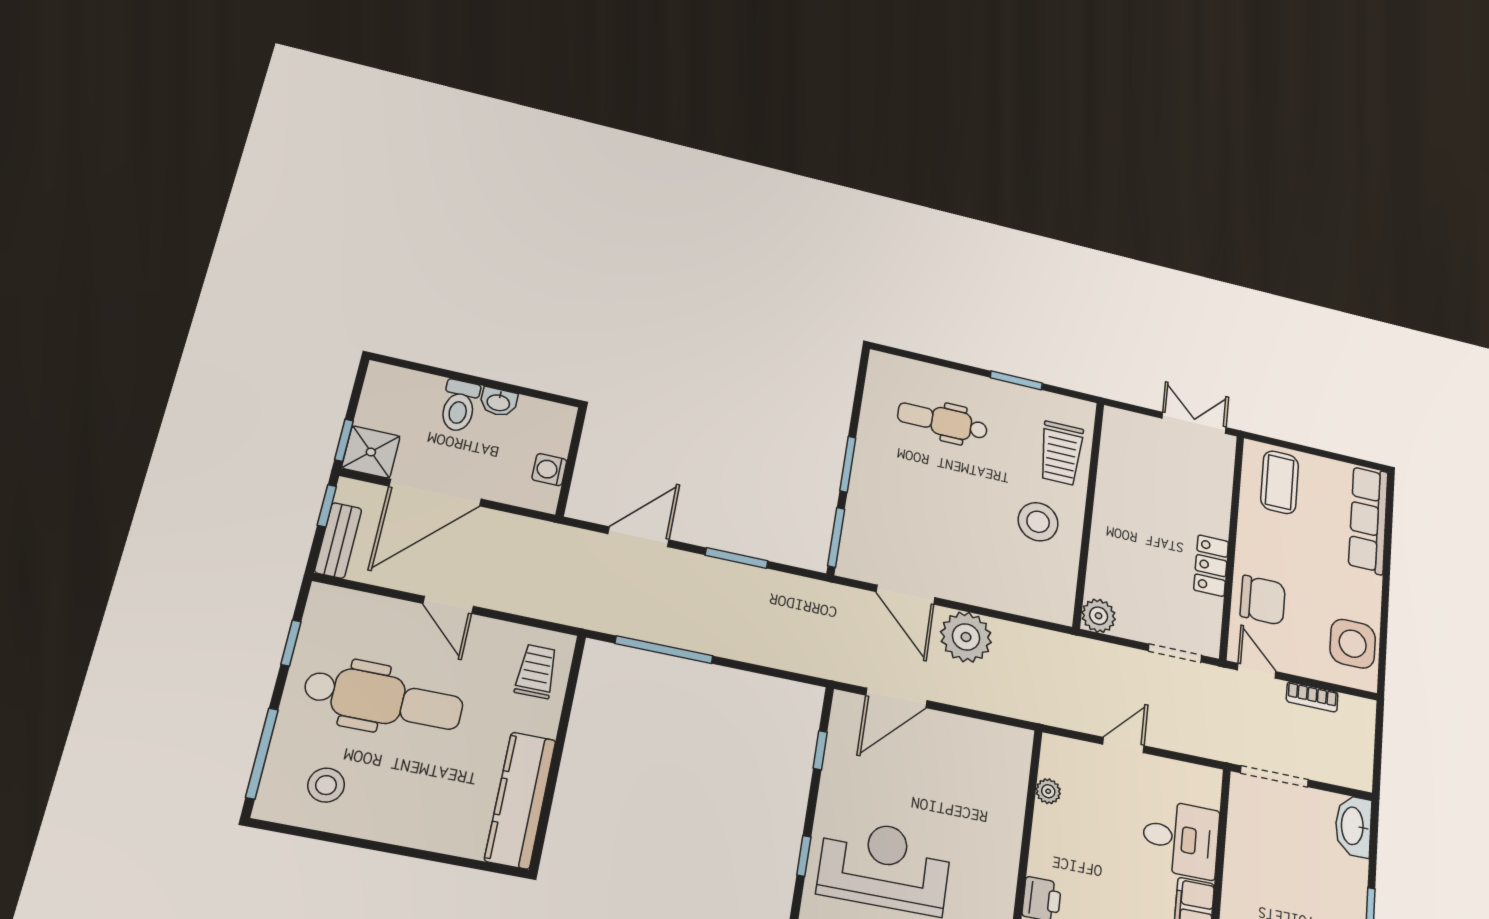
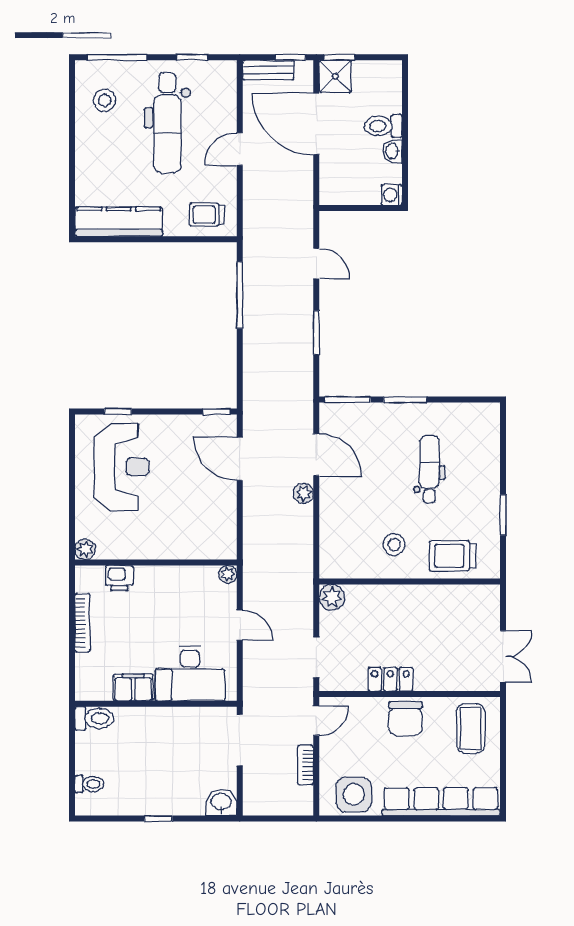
dental chair: (943, 421) -> (429, 469), moved
washing machine: (549, 470) -> (392, 195), moved, turned -90
coffee table: (1280, 482) -> (471, 728), turned 90
row of seats: (1368, 519) -> (441, 802), width x1.36
stool: (1038, 522) -> (394, 544), width x0.73, depth x0.73
door: (639, 537) -> (316, 264), width x0.73
door: (906, 595) -> (316, 455), swing flipped
chair: (1263, 600) -> (405, 718), moved
plant: (966, 637) -> (303, 493), width x0.53, depth x0.53
trolley: (536, 671) -> (207, 215), turned 180
window: (820, 750) -> (216, 412), moved
plant: (1048, 791) -> (228, 574), moved
washbasin: (1353, 826) -> (221, 802), width x0.72
desk: (1181, 839) -> (190, 673), width x1.37

